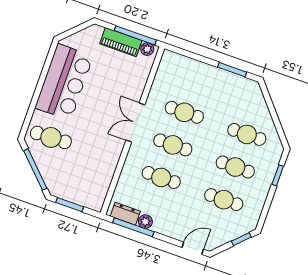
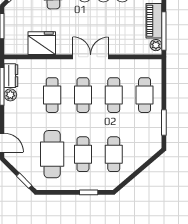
cafe table: (196, 80) -> (145, 95), added
fridge: (103, 169) -> (42, 43), added
cafe table: (224, 200) -> (52, 154), width x1.37, depth x1.35

